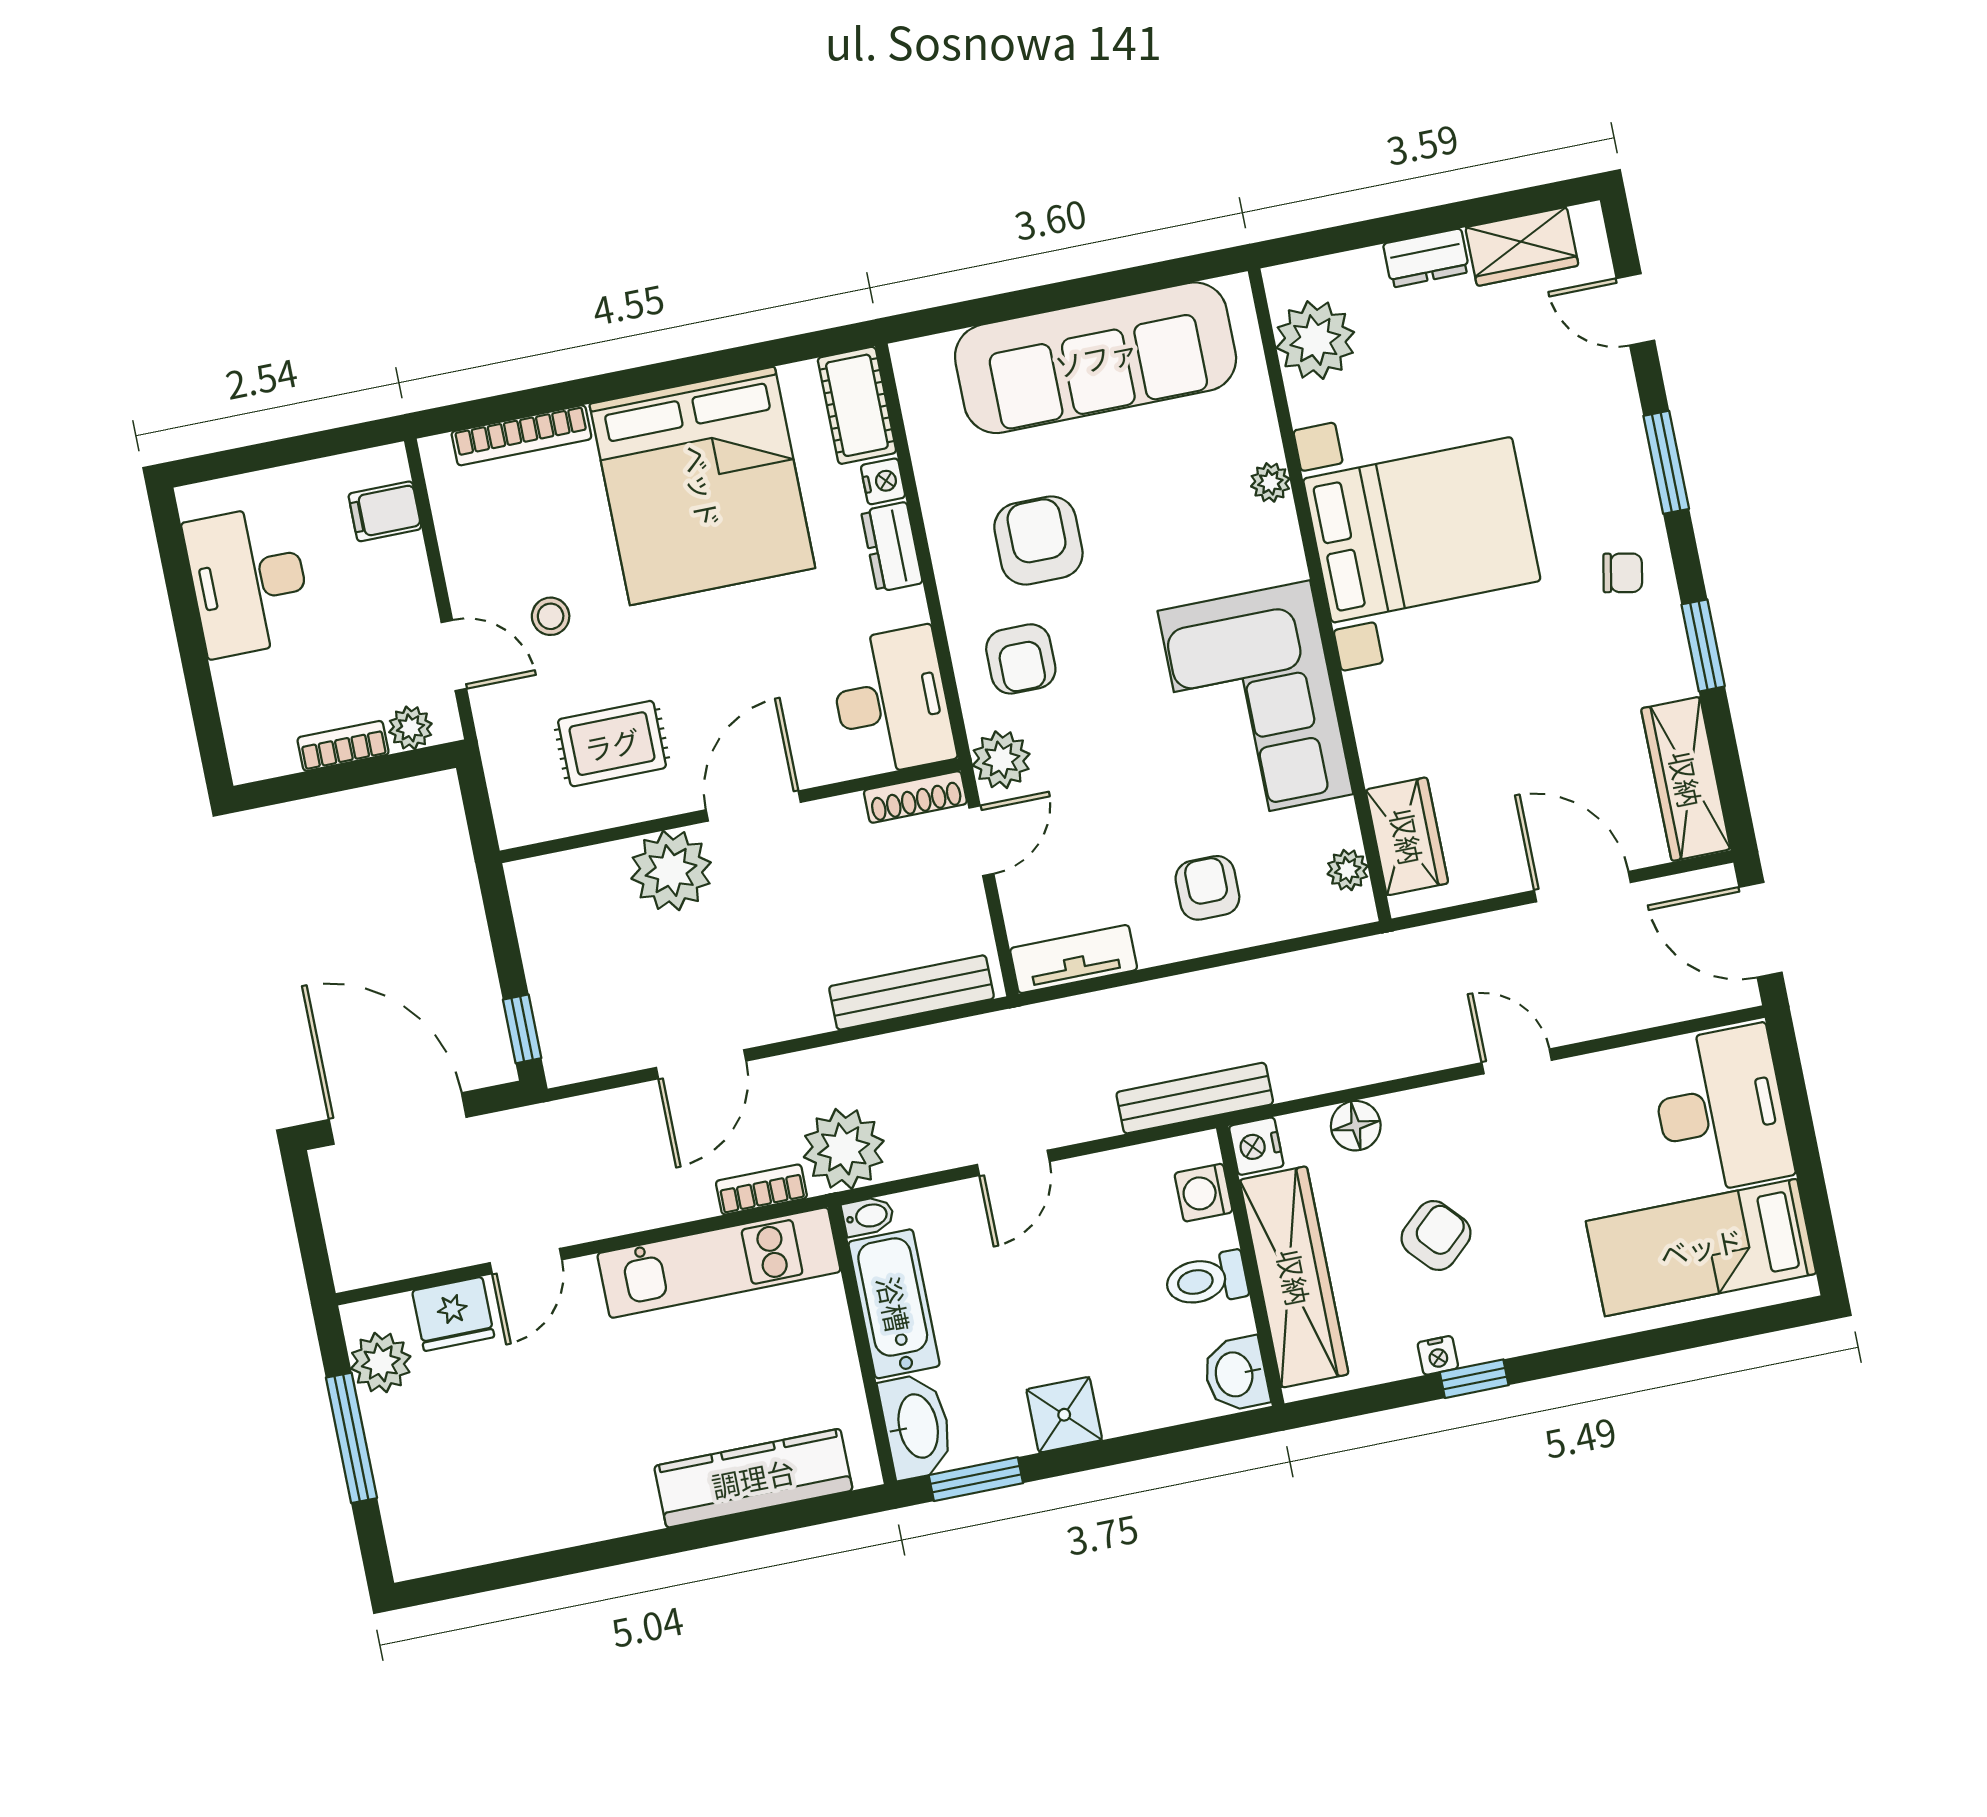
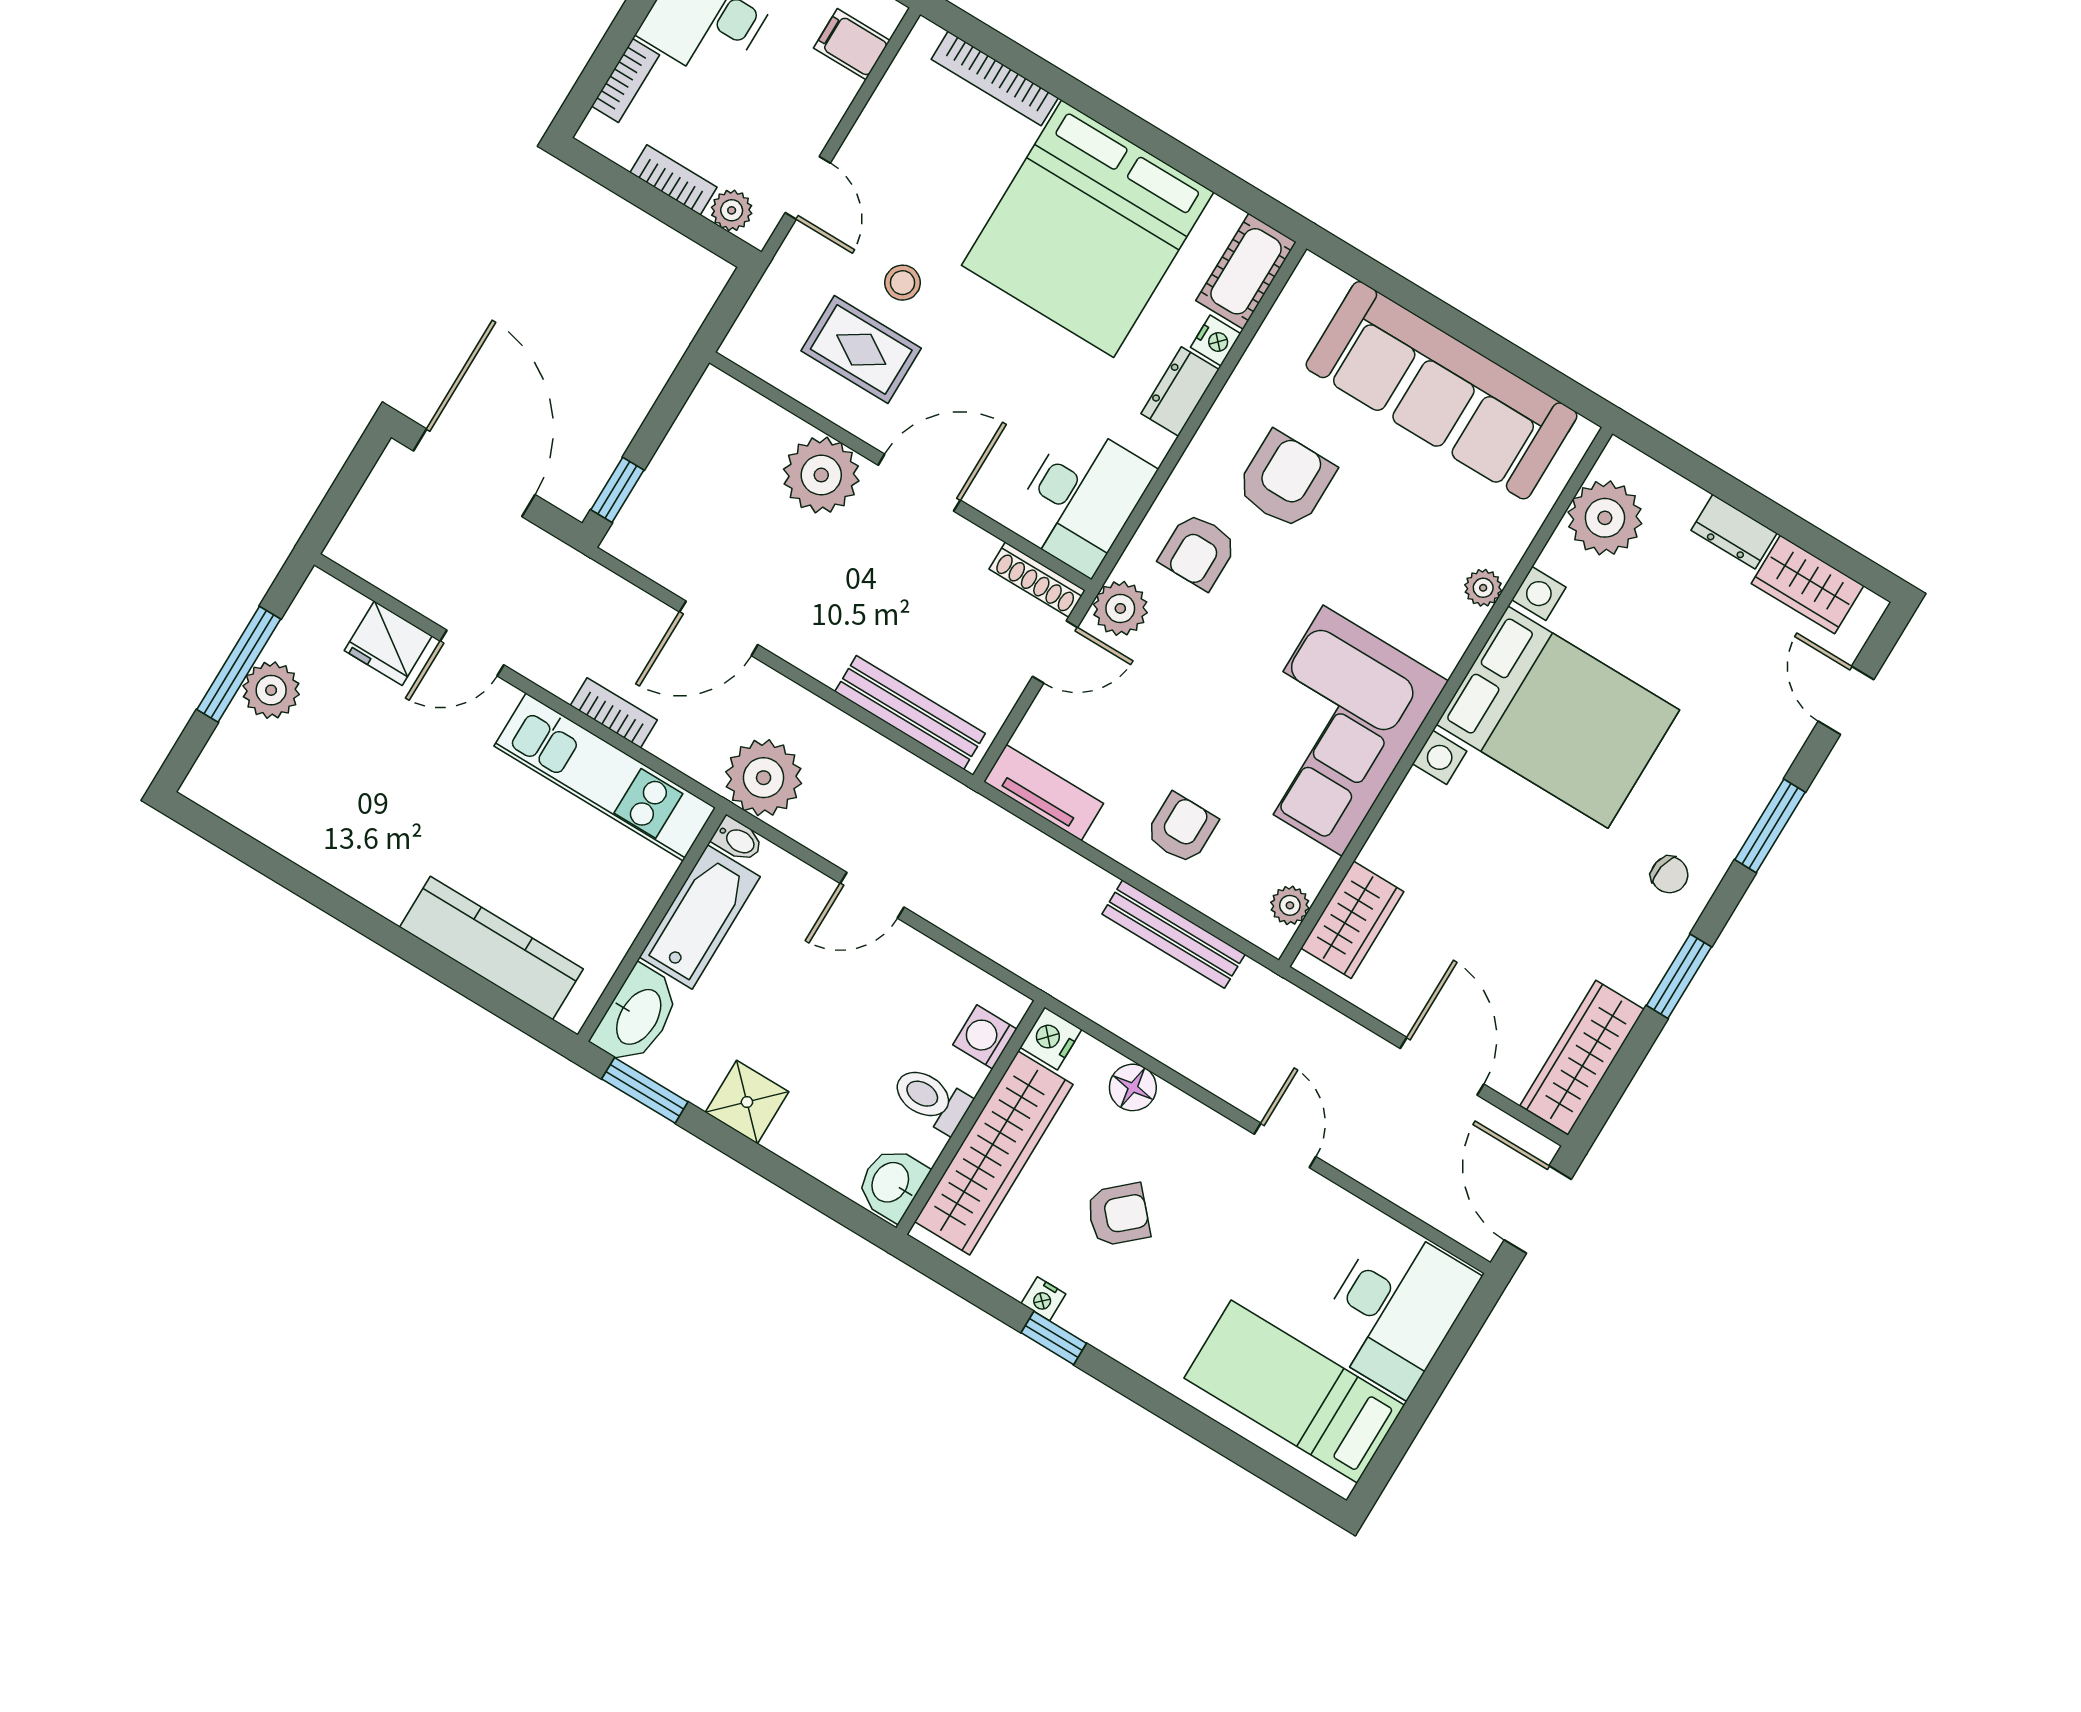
stool: (551, 616) -> (903, 283), moved
bookcase: (234, 703) -> (625, 80), added
bench: (1195, 1098) -> (1174, 934), moved
bookcase: (761, 1189) -> (614, 713), moved
plant: (381, 1363) -> (271, 690), moved

